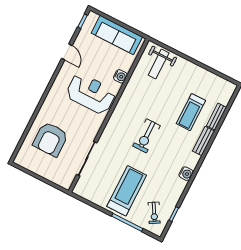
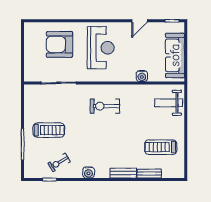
reception desk: (91, 94) -> (101, 48), moved
treadmill: (191, 112) -> (161, 147), moved
exercise bike: (147, 136) -> (105, 106), moved
treadmill: (127, 191) -> (49, 130), width x0.73, depth x0.73
exercise bike: (154, 213) -> (59, 162), moved

